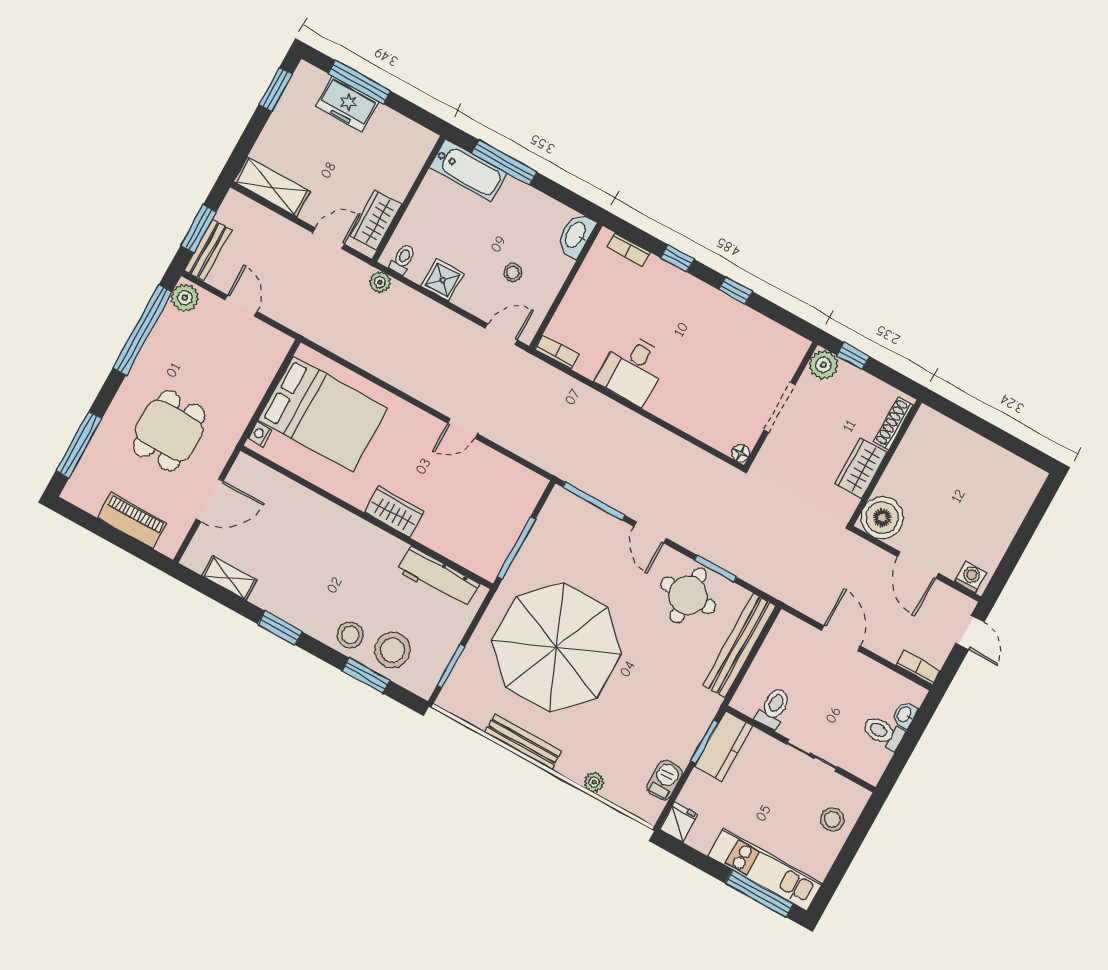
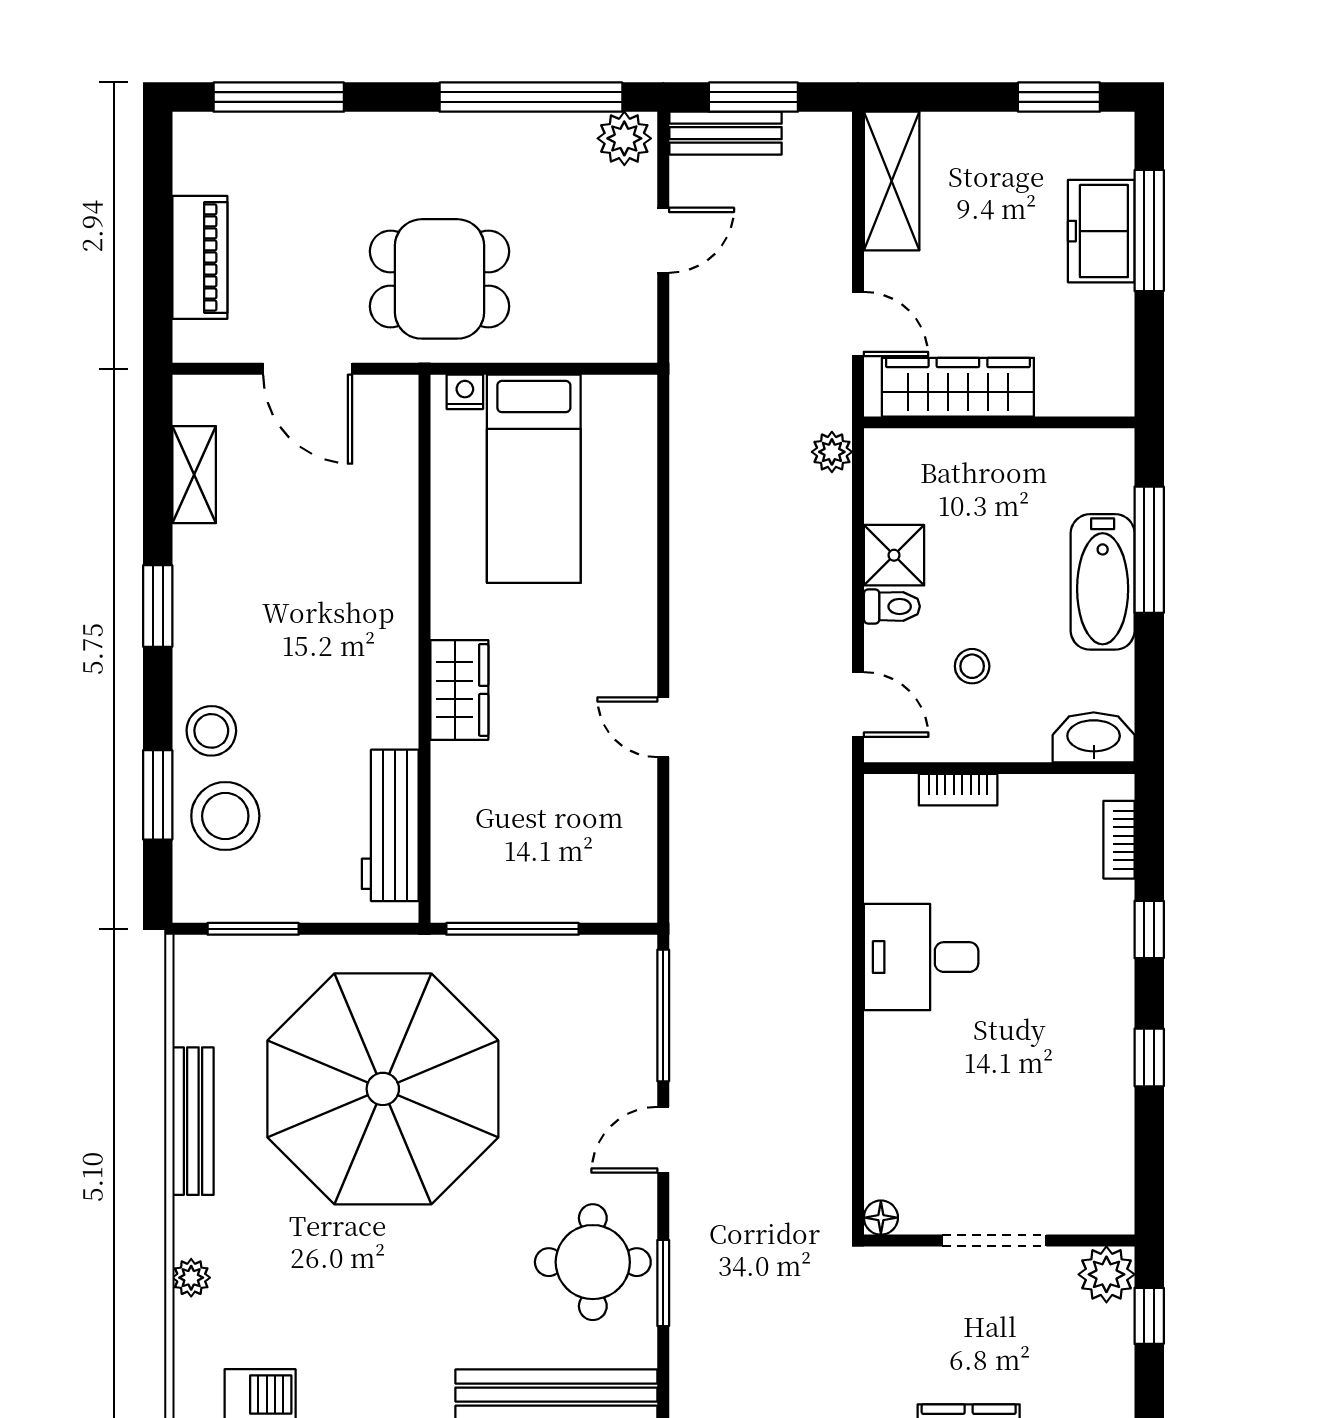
bathtub: (468, 170) -> (1103, 582), moved
wardrobe: (376, 220) -> (958, 387), width x1.50
toilet: (403, 259) -> (892, 606), moved
bookcase: (557, 352) -> (958, 790), moved, turned 90
bed: (323, 414) -> (534, 479), width x0.67
dining table: (169, 431) -> (439, 279), moved

